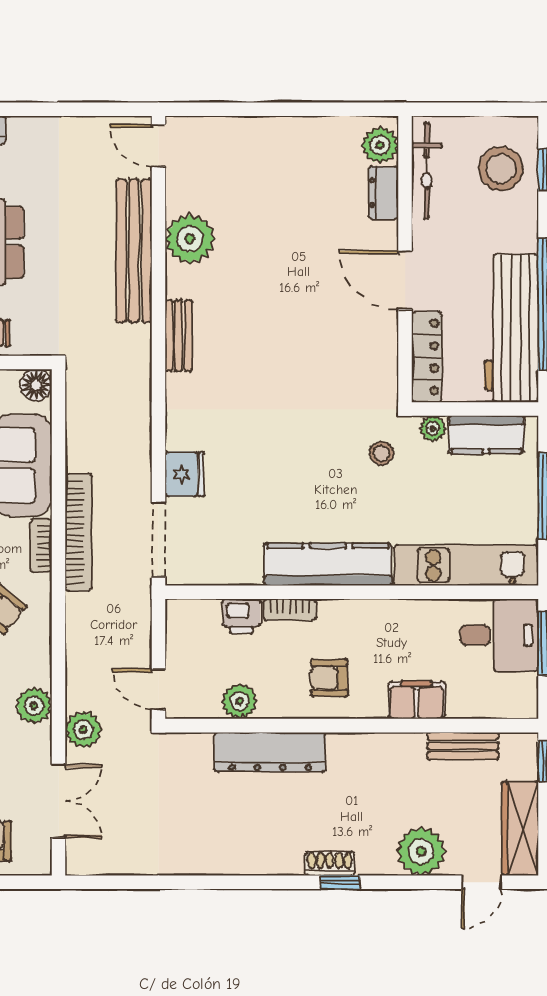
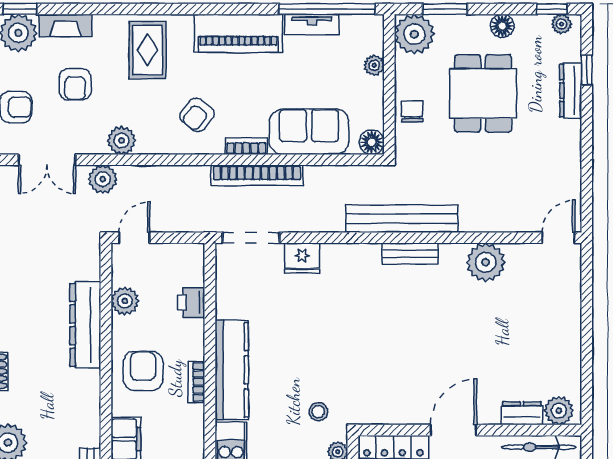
bench: (134, 251) -> (402, 219), moved
bookcase: (290, 610) -> (196, 382), moved
armchair: (329, 678) -> (143, 371), width x1.38, depth x1.38

